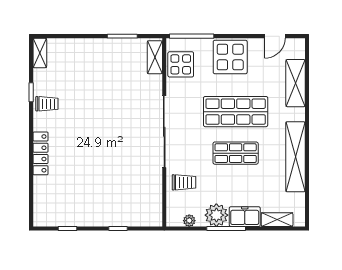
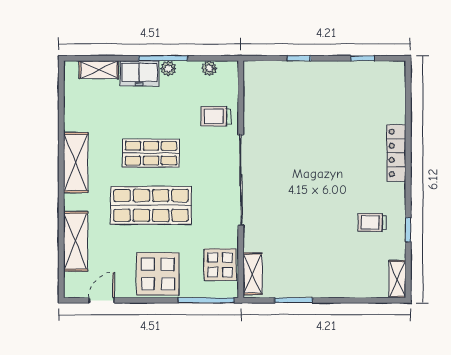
trolley: (47, 104) -> (372, 223), moved
shelving: (295, 157) -> (76, 163), width x0.68
plant: (216, 215) -> (168, 68), width x0.53, depth x0.53

